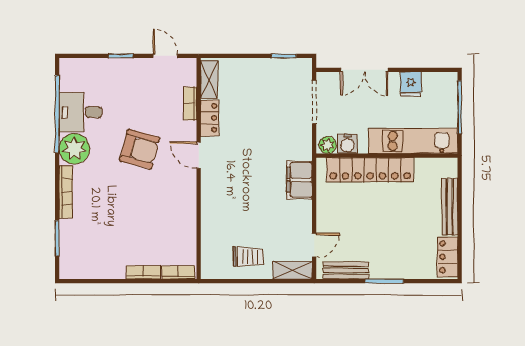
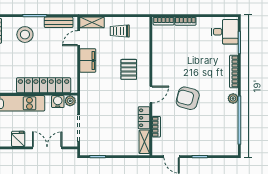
desk: (80, 112) -> (225, 32), moved
plant: (74, 149) -> (233, 98), width x0.53, depth x0.53
door: (199, 155) -> (151, 94), hinge flipped
filing cabinet: (300, 180) -> (88, 60), moved
pallet: (234, 195) -> (129, 69), added
stool: (400, 251) -> (25, 35), added

